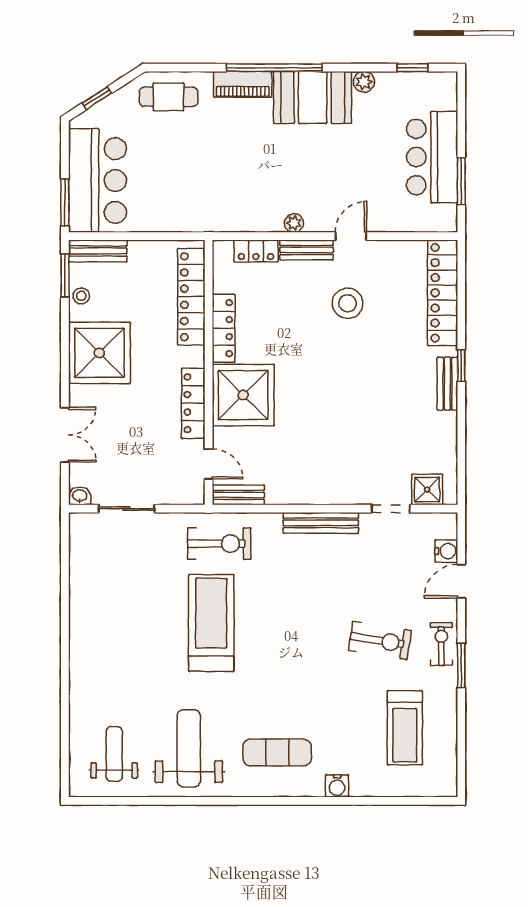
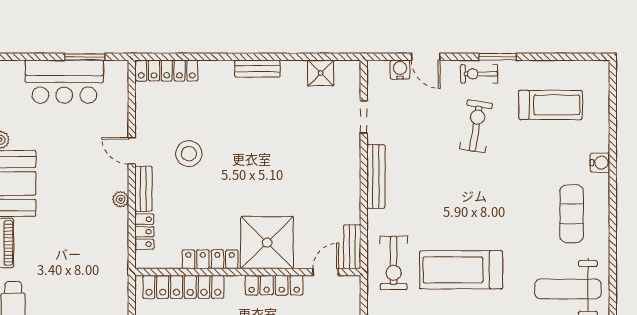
locker: (443, 293) -> (167, 71), width x0.71, depth x0.83
window: (461, 366) -> (242, 57), removed
shower: (427, 490) -> (321, 73), moved
exercise bike: (219, 544) -> (394, 263), turned 180

